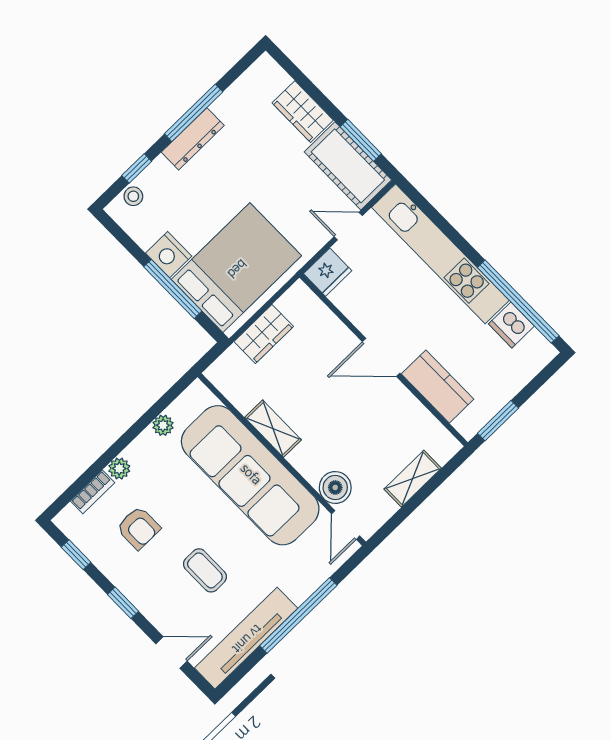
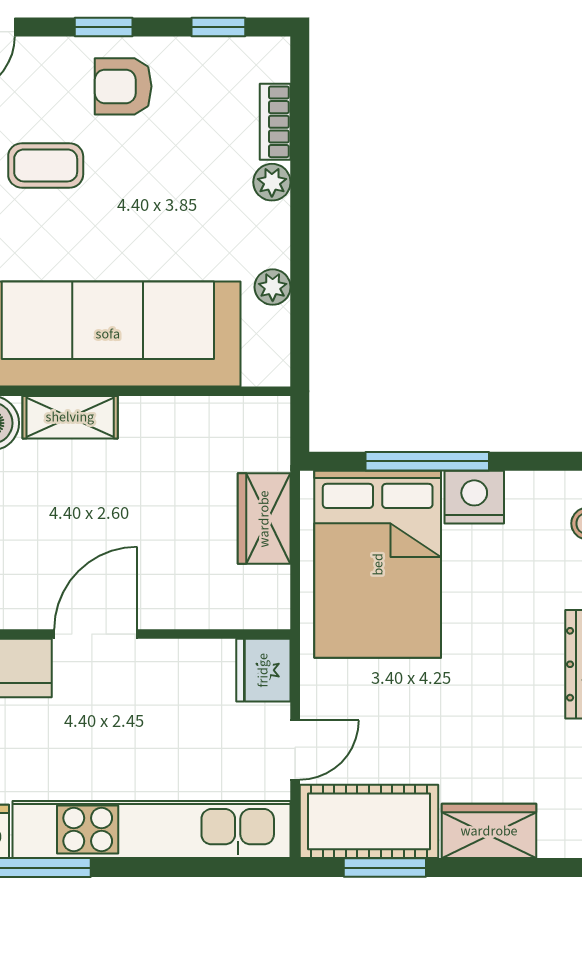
shelving: (273, 429) -> (70, 417), moved
armchair: (138, 528) -> (123, 86), moved

